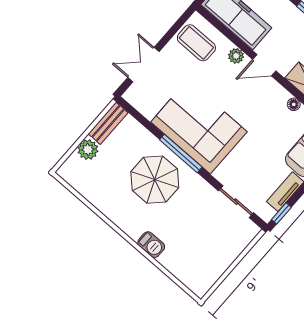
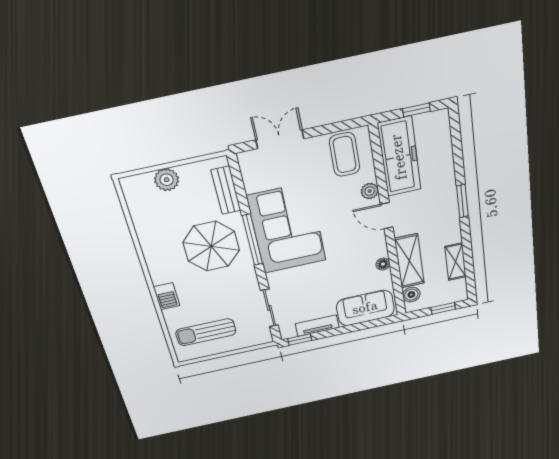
bench: (108, 123) -> (226, 190), moved, turned 90
sun lounger: (203, 257) -> (206, 332), added

